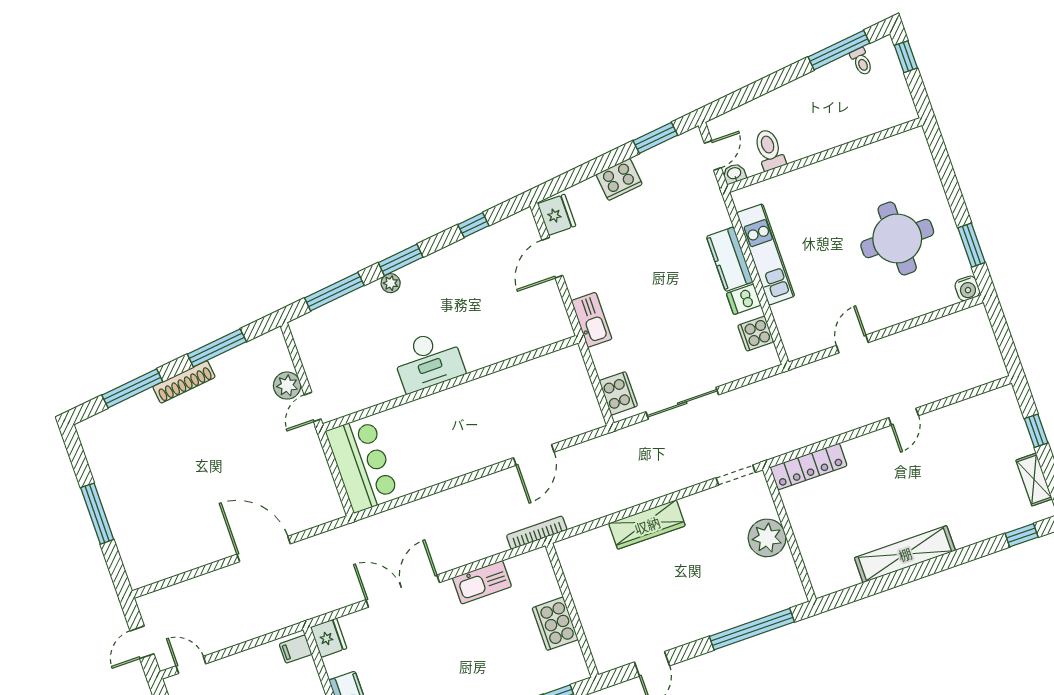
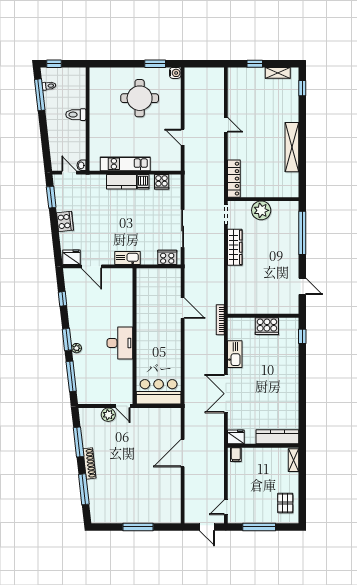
toilet: (769, 150) -> (76, 115), moved
wardrobe: (647, 525) -> (235, 247), moved

